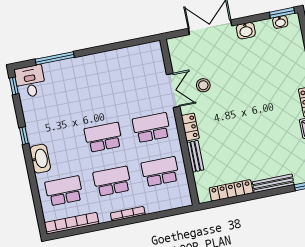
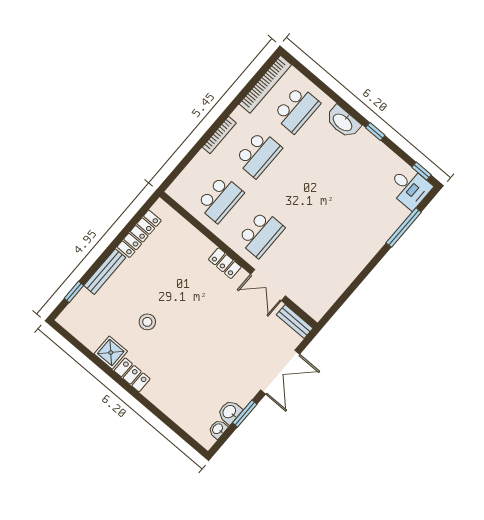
window: (282, 13) -> (245, 414), moved
washbasin: (246, 31) -> (230, 412), moved
stool: (203, 85) -> (147, 322), moved
school desk: (103, 137) -> (299, 189), removed
bench: (195, 156) -> (295, 321), moved

